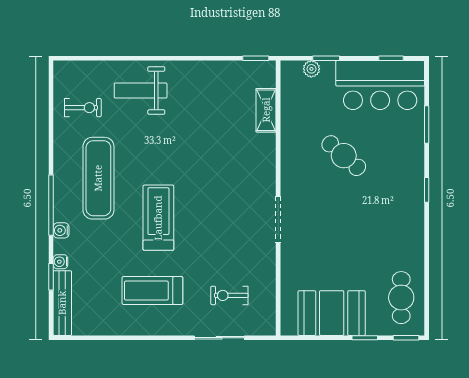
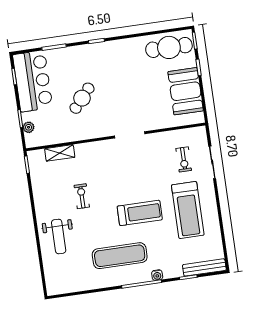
exercise bike: (83, 108) -> (82, 196), moved
treadmill: (158, 218) -> (140, 213), turned 180
water cooler: (60, 262) -> (178, 273), removed
treadmill: (152, 291) -> (188, 210), width x1.37, depth x1.38
cafe table: (401, 298) -> (169, 47), width x1.37, depth x1.35

